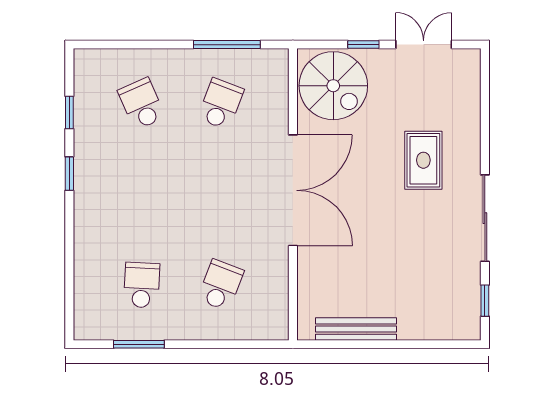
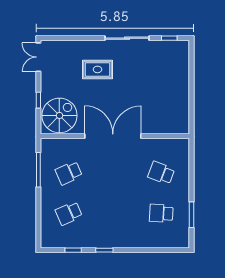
double door: (424, 45) -> (38, 57), moved
school desk: (221, 104) -> (69, 173), turned -45
bench: (356, 329) -> (184, 104), removed

